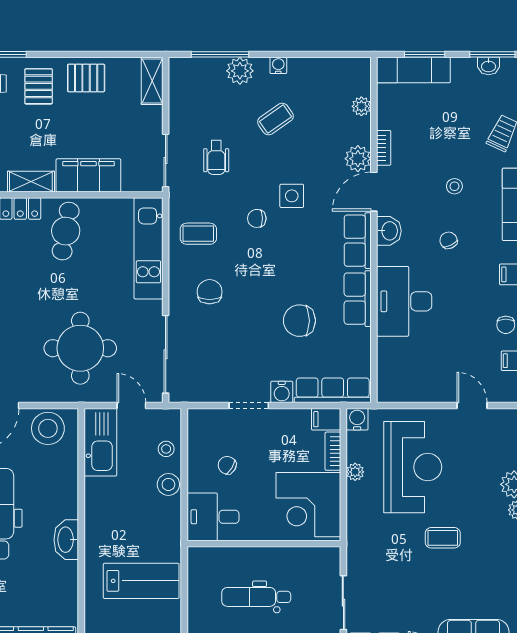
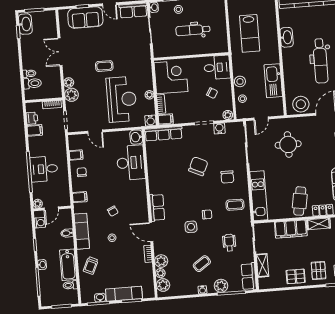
exam couch: (413, 70) -> (124, 294), moved
shelving: (152, 81) -> (262, 265), moved
plant: (358, 82) -> (163, 285), added
plant: (358, 159) -> (161, 261), moved
door: (374, 192) -> (151, 232), swing flipped
washbasin: (389, 231) -> (136, 137), moved
row of seats: (358, 299) -> (249, 276), moved, turned 180
desk: (404, 301) -> (131, 163), moved
chair: (299, 321) -> (198, 166), moved, turned -65
round table: (80, 348) -> (288, 144), width x0.73, depth x0.73
water cooler: (282, 392) -> (219, 128), moved
door: (131, 405) -> (261, 119), hinge flipped
plant: (199, 418) -> (228, 115), added
kitchen sink: (100, 442) -> (273, 81), moved
reception desk: (413, 467) -> (122, 99), turned 180
washbasin: (66, 540) -> (287, 37), moved
lab bench: (141, 581) -> (250, 33), turned -90
dental chair: (256, 597) -> (193, 30), turned 180

